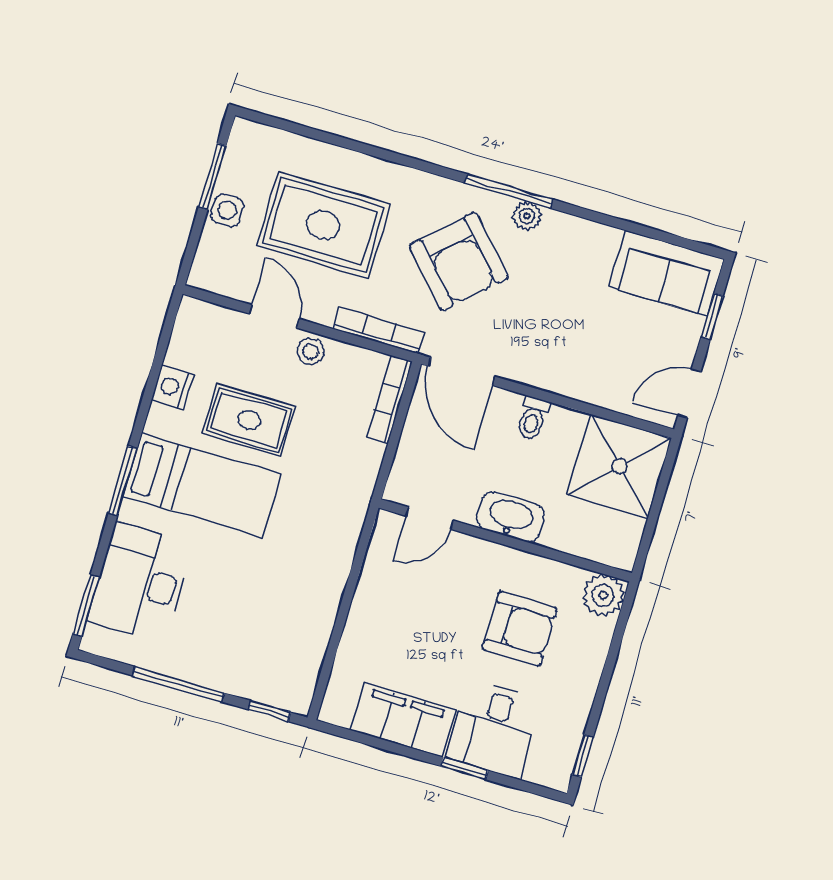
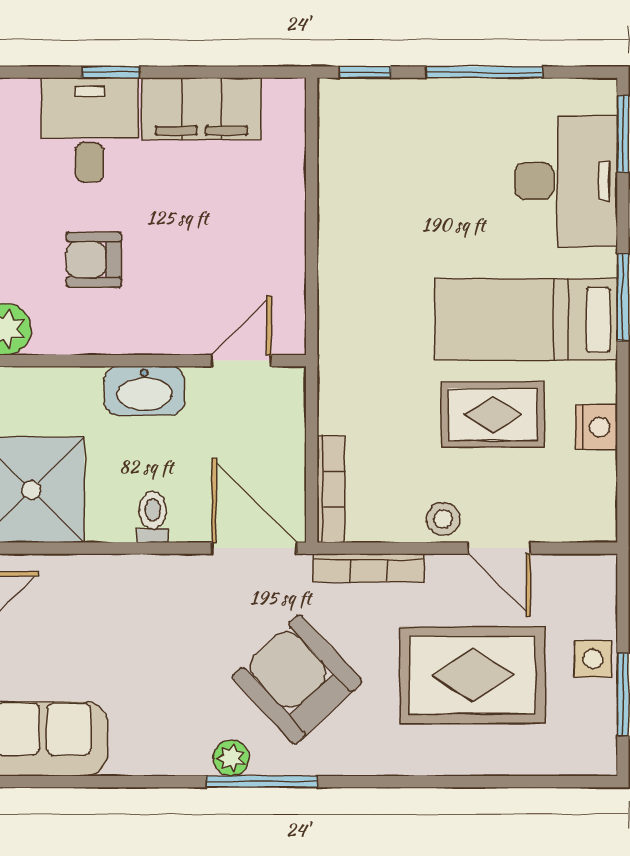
armchair: (520, 629) -> (94, 260), width x0.72, depth x0.72

